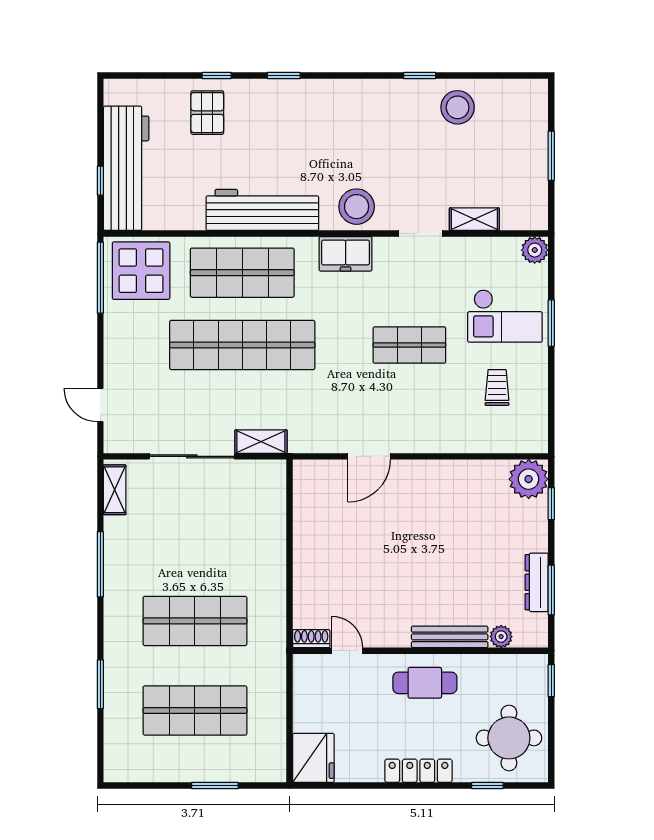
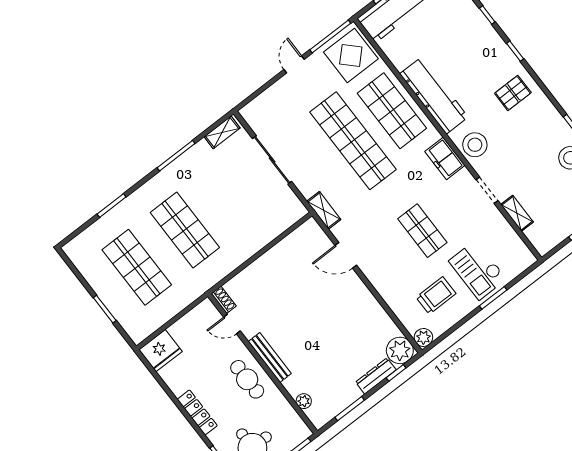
pallet: (207, 113) -> (513, 93), moved
plant: (535, 250) -> (423, 337), moved
trolley: (497, 387) -> (436, 295), width x1.36, depth x1.39
door: (100, 405) -> (294, 64), moved
shelving: (261, 442) -> (324, 210), moved
dresser: (537, 582) -> (376, 376), moved
bench: (450, 637) -> (270, 358), moved
door: (347, 651) -> (232, 324), swing flipped

